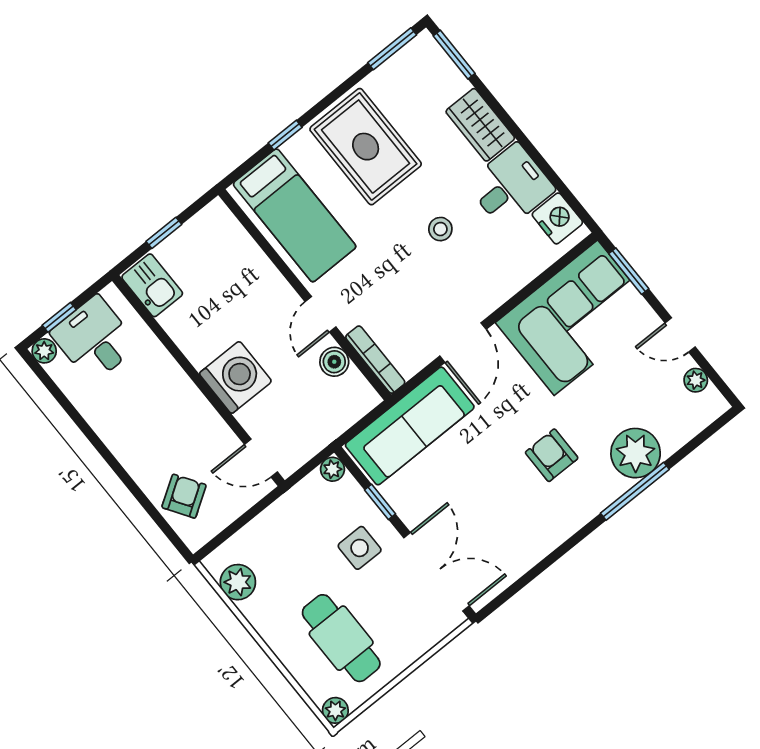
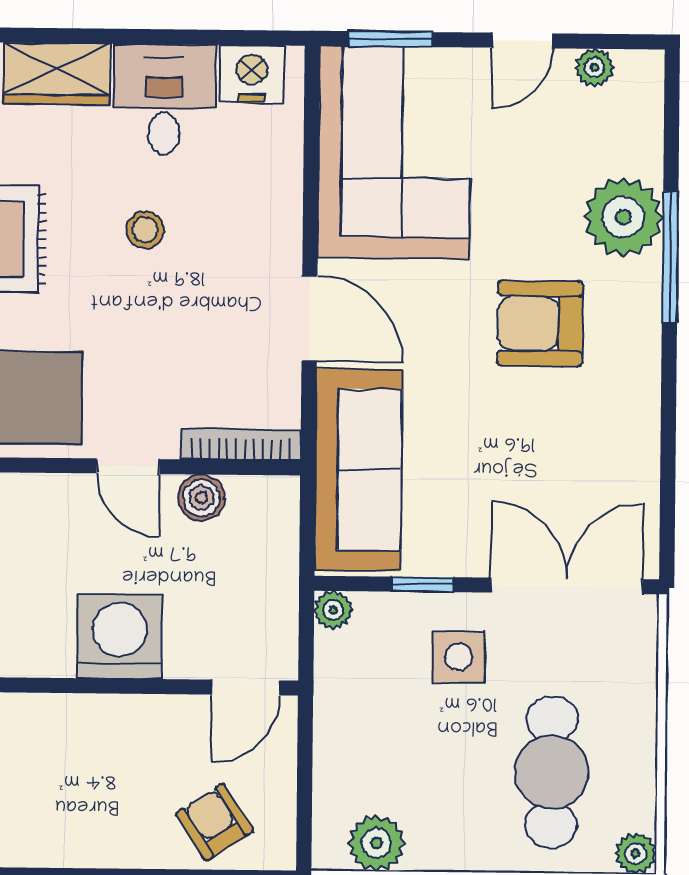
armchair: (552, 455) -> (540, 323), width x1.38, depth x1.38
cafe table: (341, 638) -> (552, 772), turned 90

